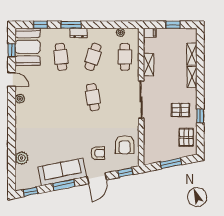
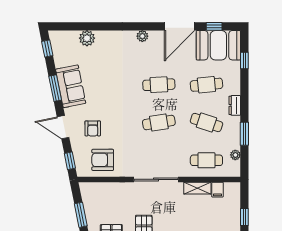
window: (71, 25) -> (244, 134), moved
filing cabinet: (150, 33) -> (217, 190), moved
door: (12, 80) -> (180, 26), width x1.87
cafe table: (61, 97) -> (159, 85), added
plant: (20, 99) -> (142, 36), moved
sofa: (62, 172) -> (71, 86), width x0.73

